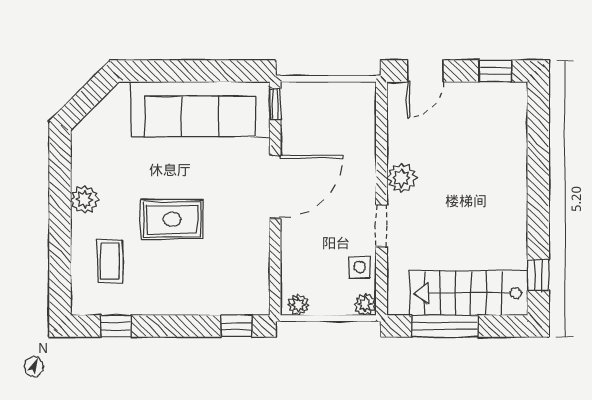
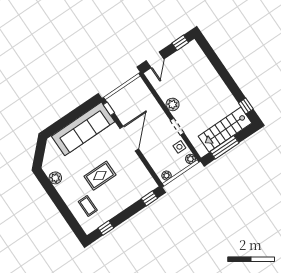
plant: (85, 200) -> (55, 178), moved

